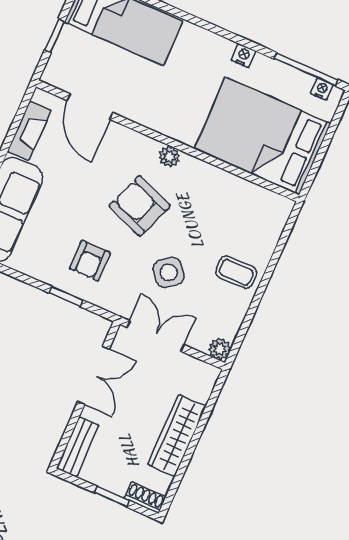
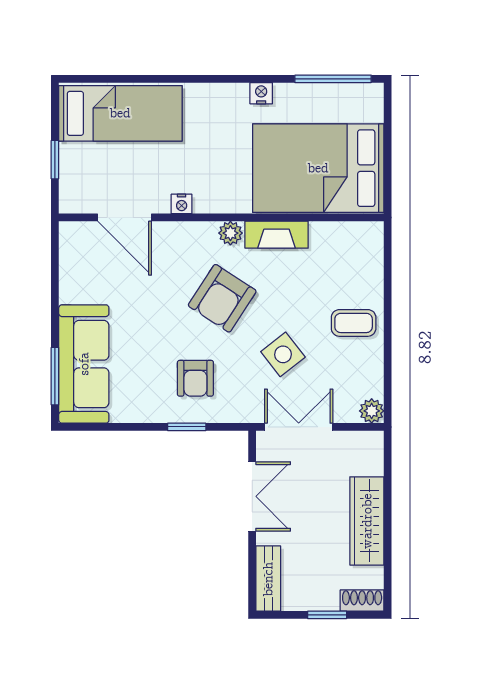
nightstand: (322, 89) -> (182, 204), moved, turned 180
fireplace: (29, 131) -> (277, 235), moved, turned 90
armchair: (140, 206) -> (222, 298), turned -78

